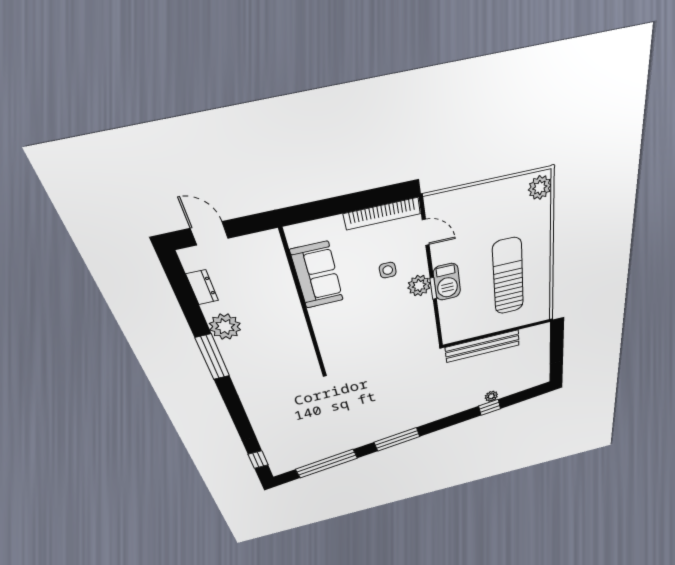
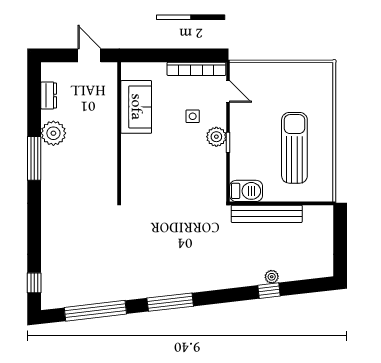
plant: (540, 188) -> (324, 76), removed
door: (209, 233) -> (89, 55), moved
barbecue: (447, 282) -> (246, 191), moved, turned -90

